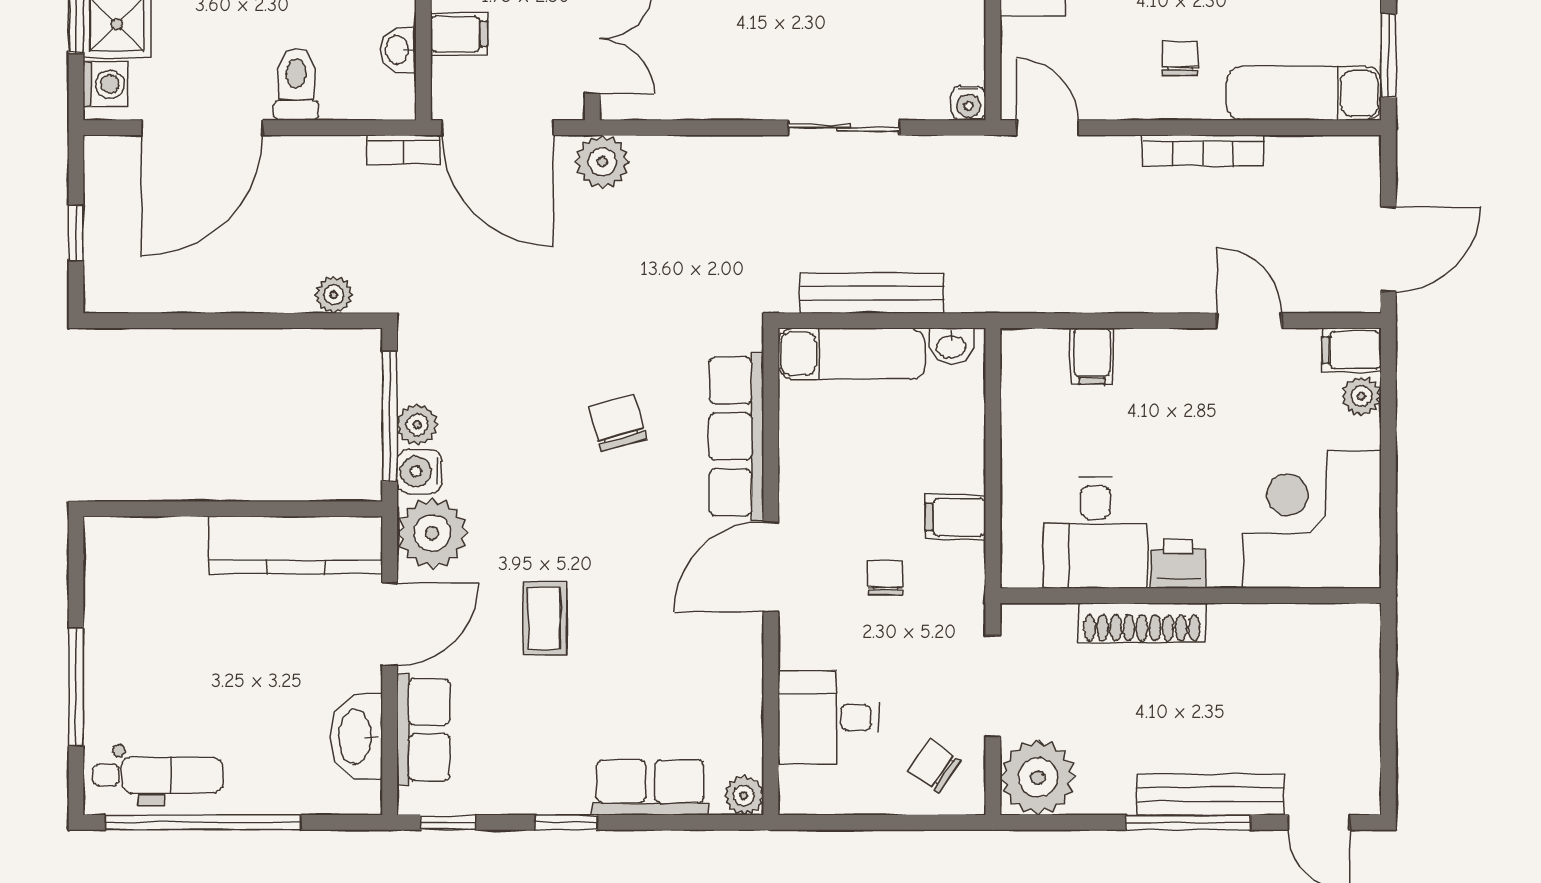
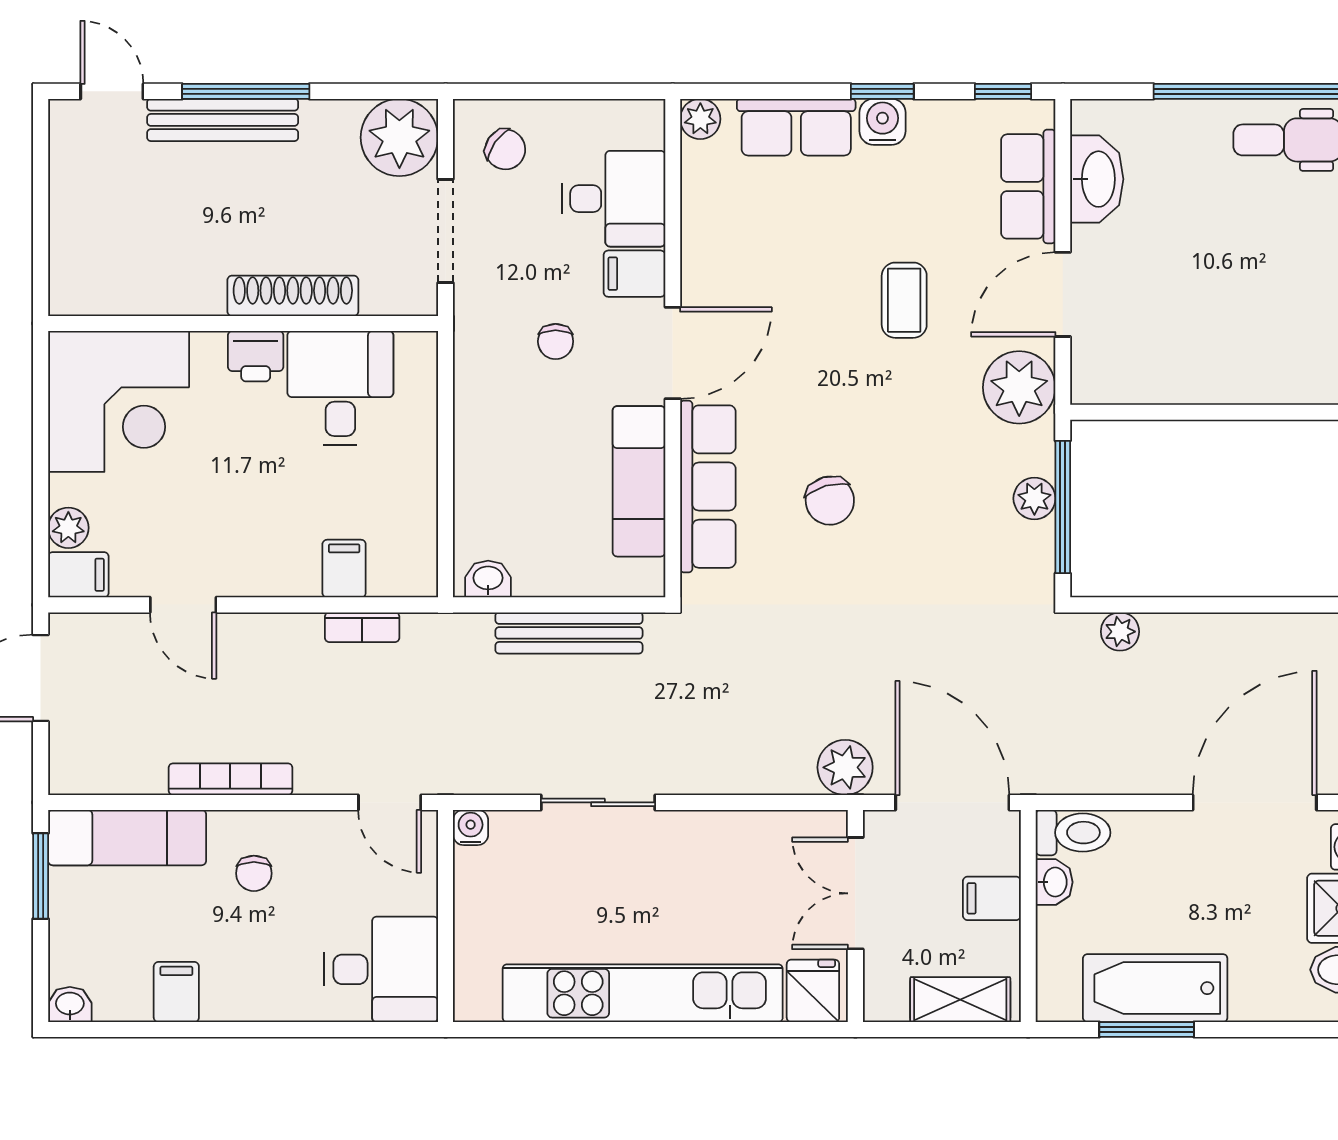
toilet: (296, 84) -> (1073, 833), moved, turned -90
bookcase: (403, 149) -> (362, 627), moved, turned 180
exam couch: (852, 354) -> (639, 481), moved, turned -90
water cooler: (419, 471) -> (882, 122), moved, turned -90
filing cabinet: (955, 517) -> (634, 274), moved, turned 180
kitchen counter: (296, 545) -> (1159, 375), removed

